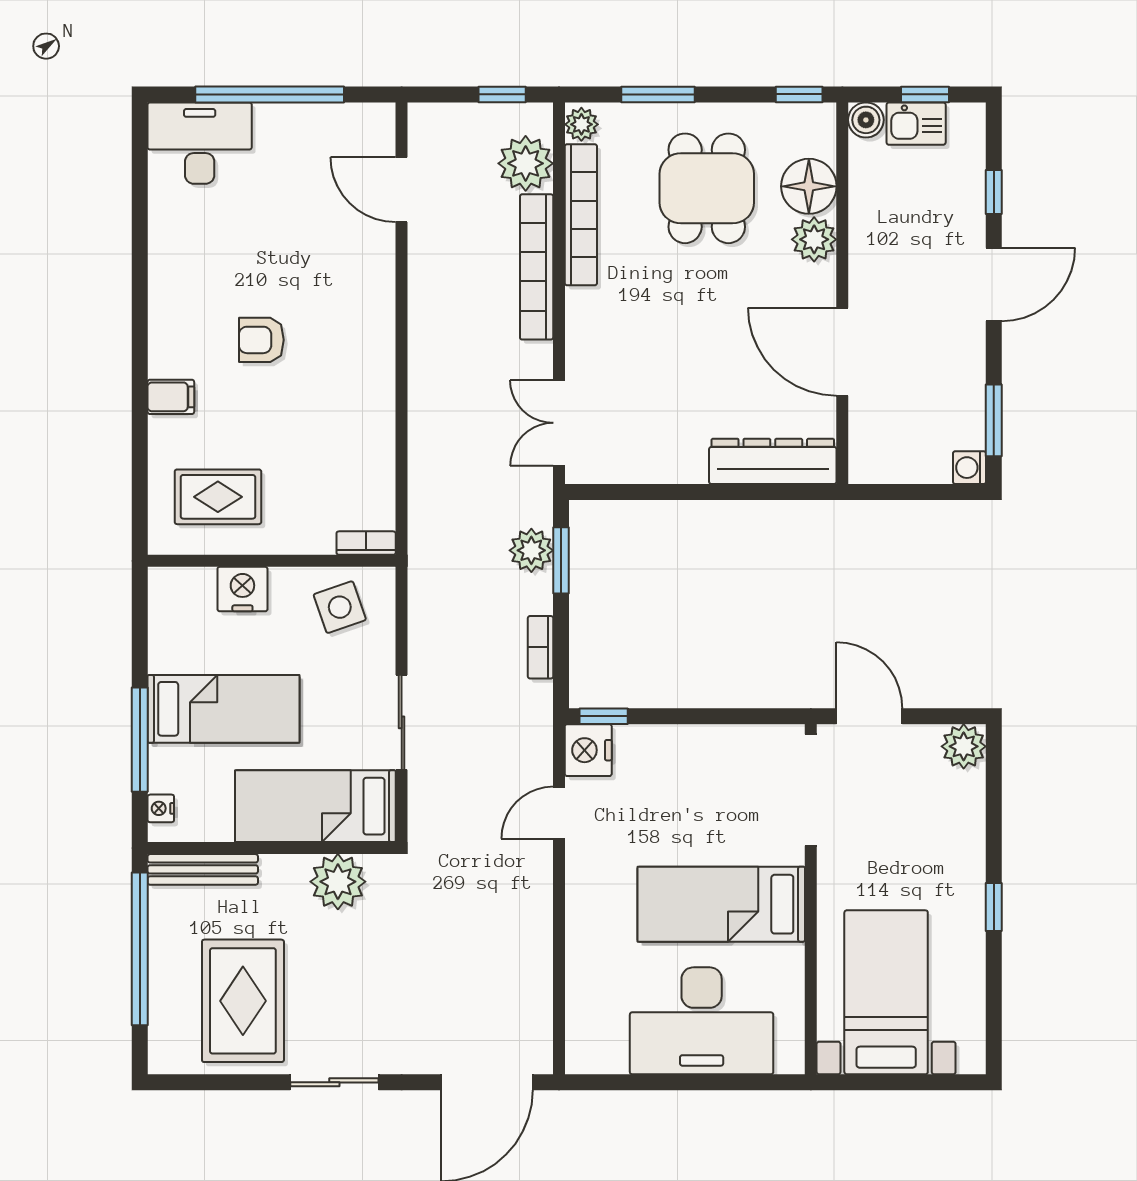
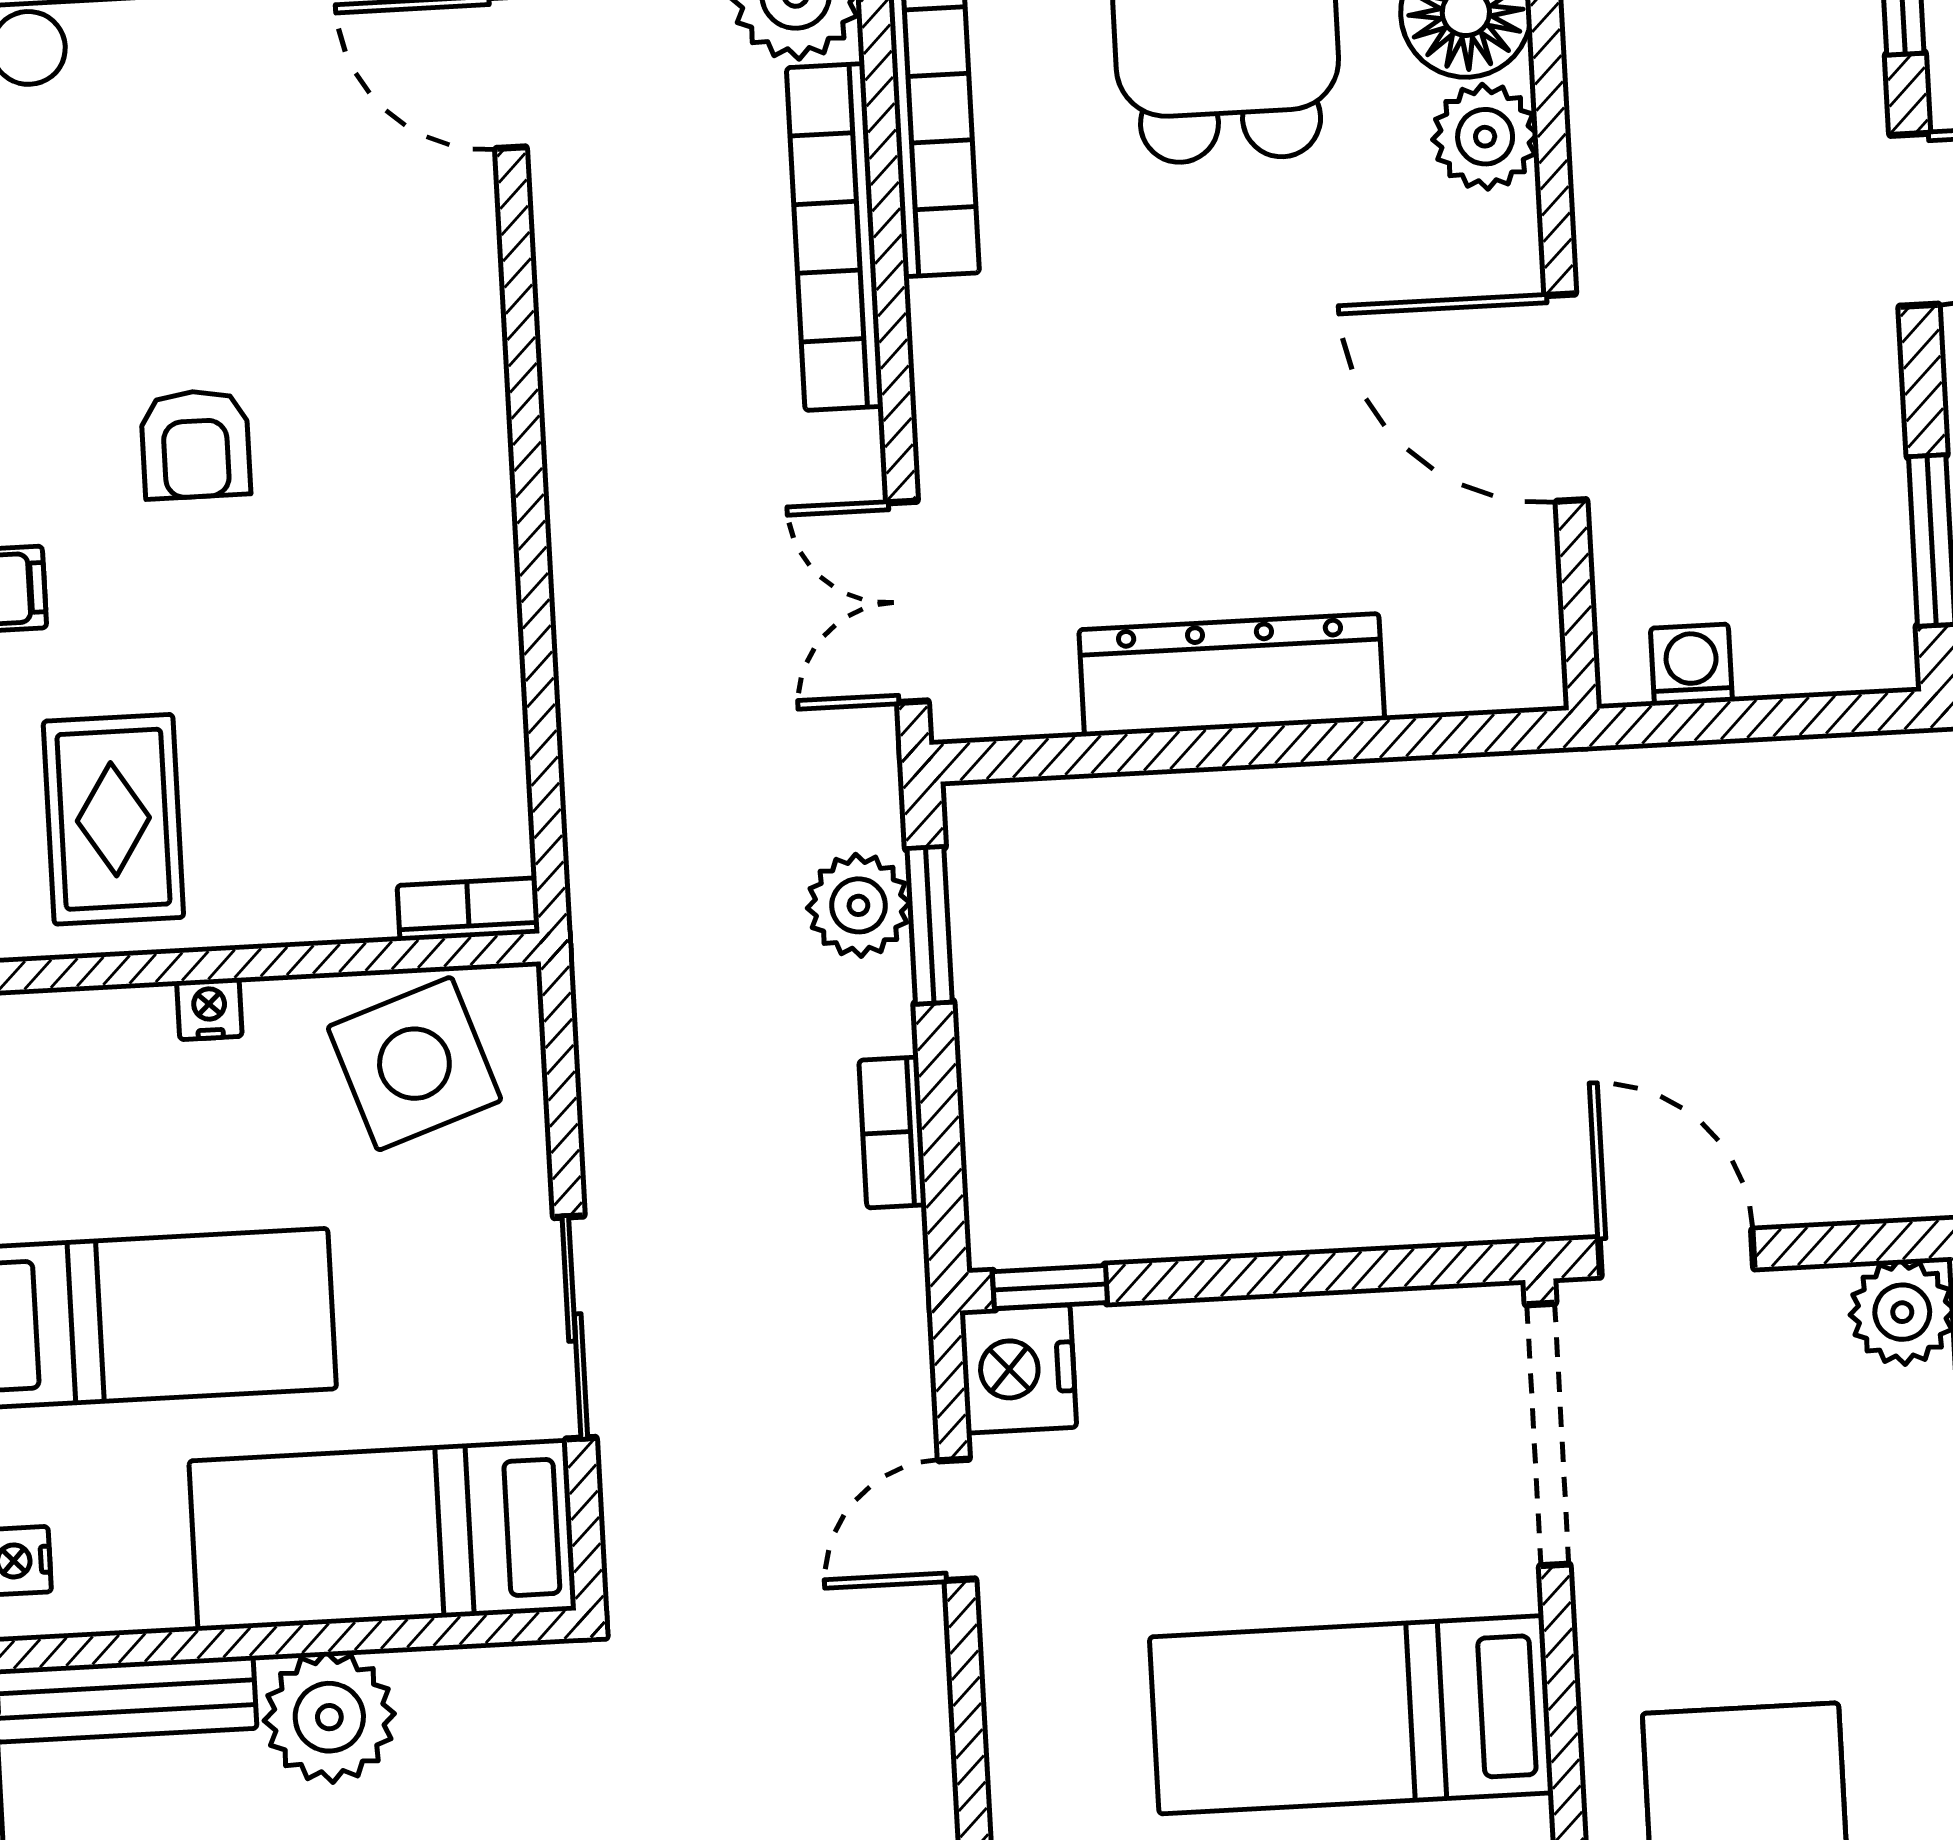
armchair: (261, 340) -> (196, 444), turned -90
dresser: (773, 461) -> (1232, 675), moved
washing machine: (969, 468) -> (1691, 665), moved, turned 90
rug: (218, 497) -> (113, 819), turned 90
nightstand: (242, 589) -> (209, 1009), width x0.53, depth x0.56
side table: (340, 607) -> (414, 1064), width x1.37, depth x1.37
plant: (338, 882) -> (329, 1717), moved

